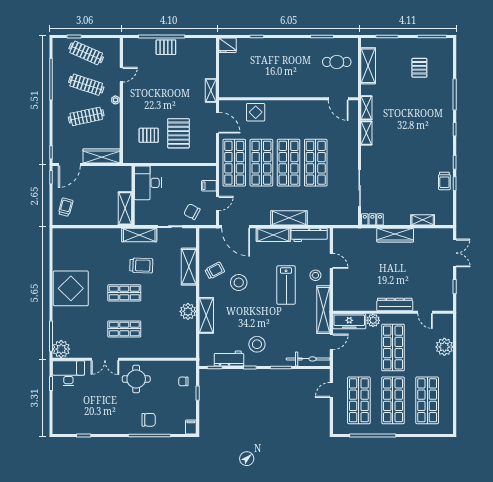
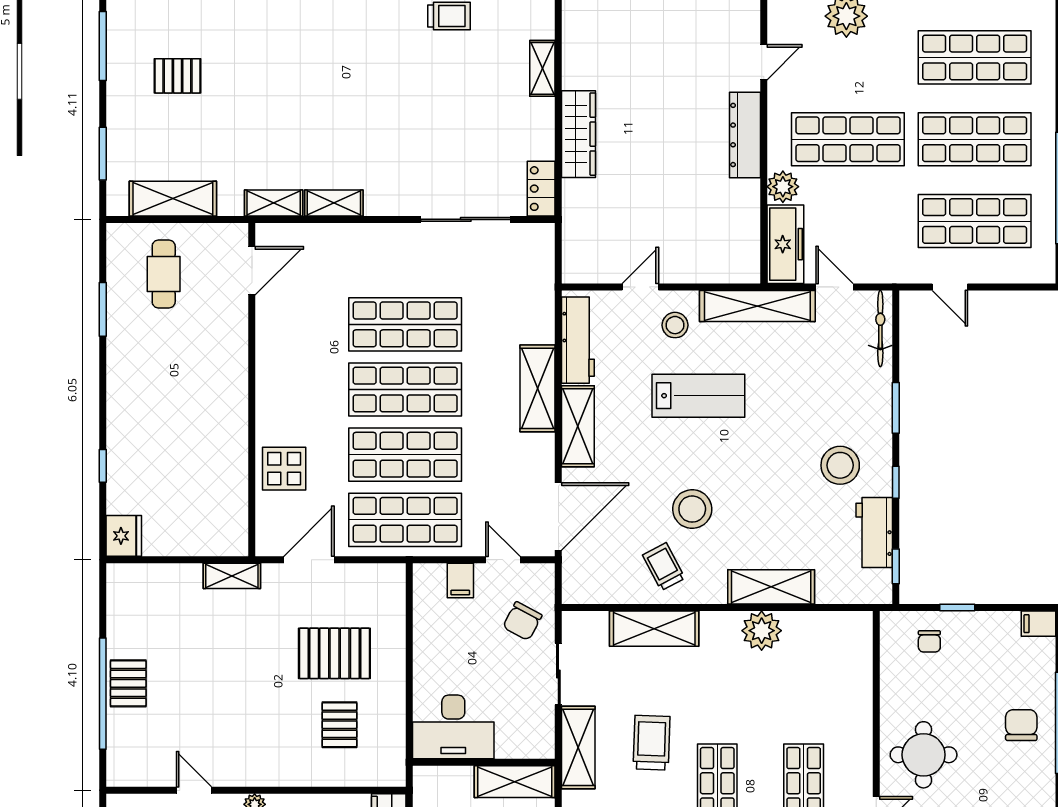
bicycle: (308, 359) -> (880, 329), width x0.73, depth x0.71

